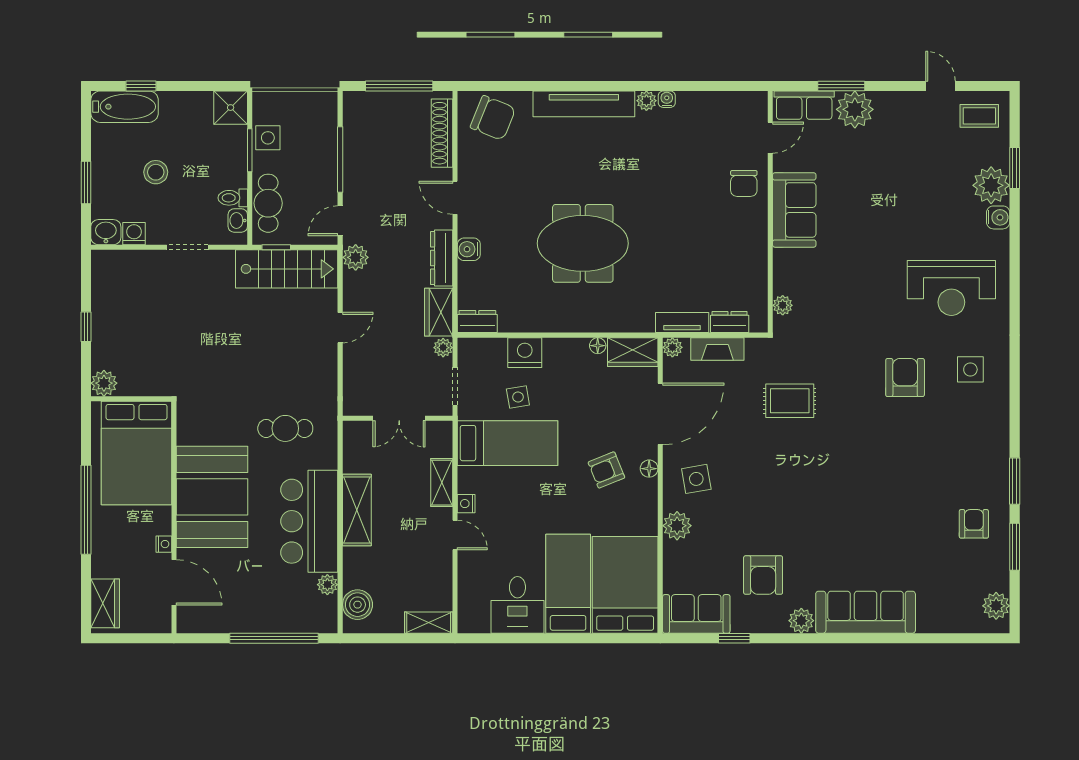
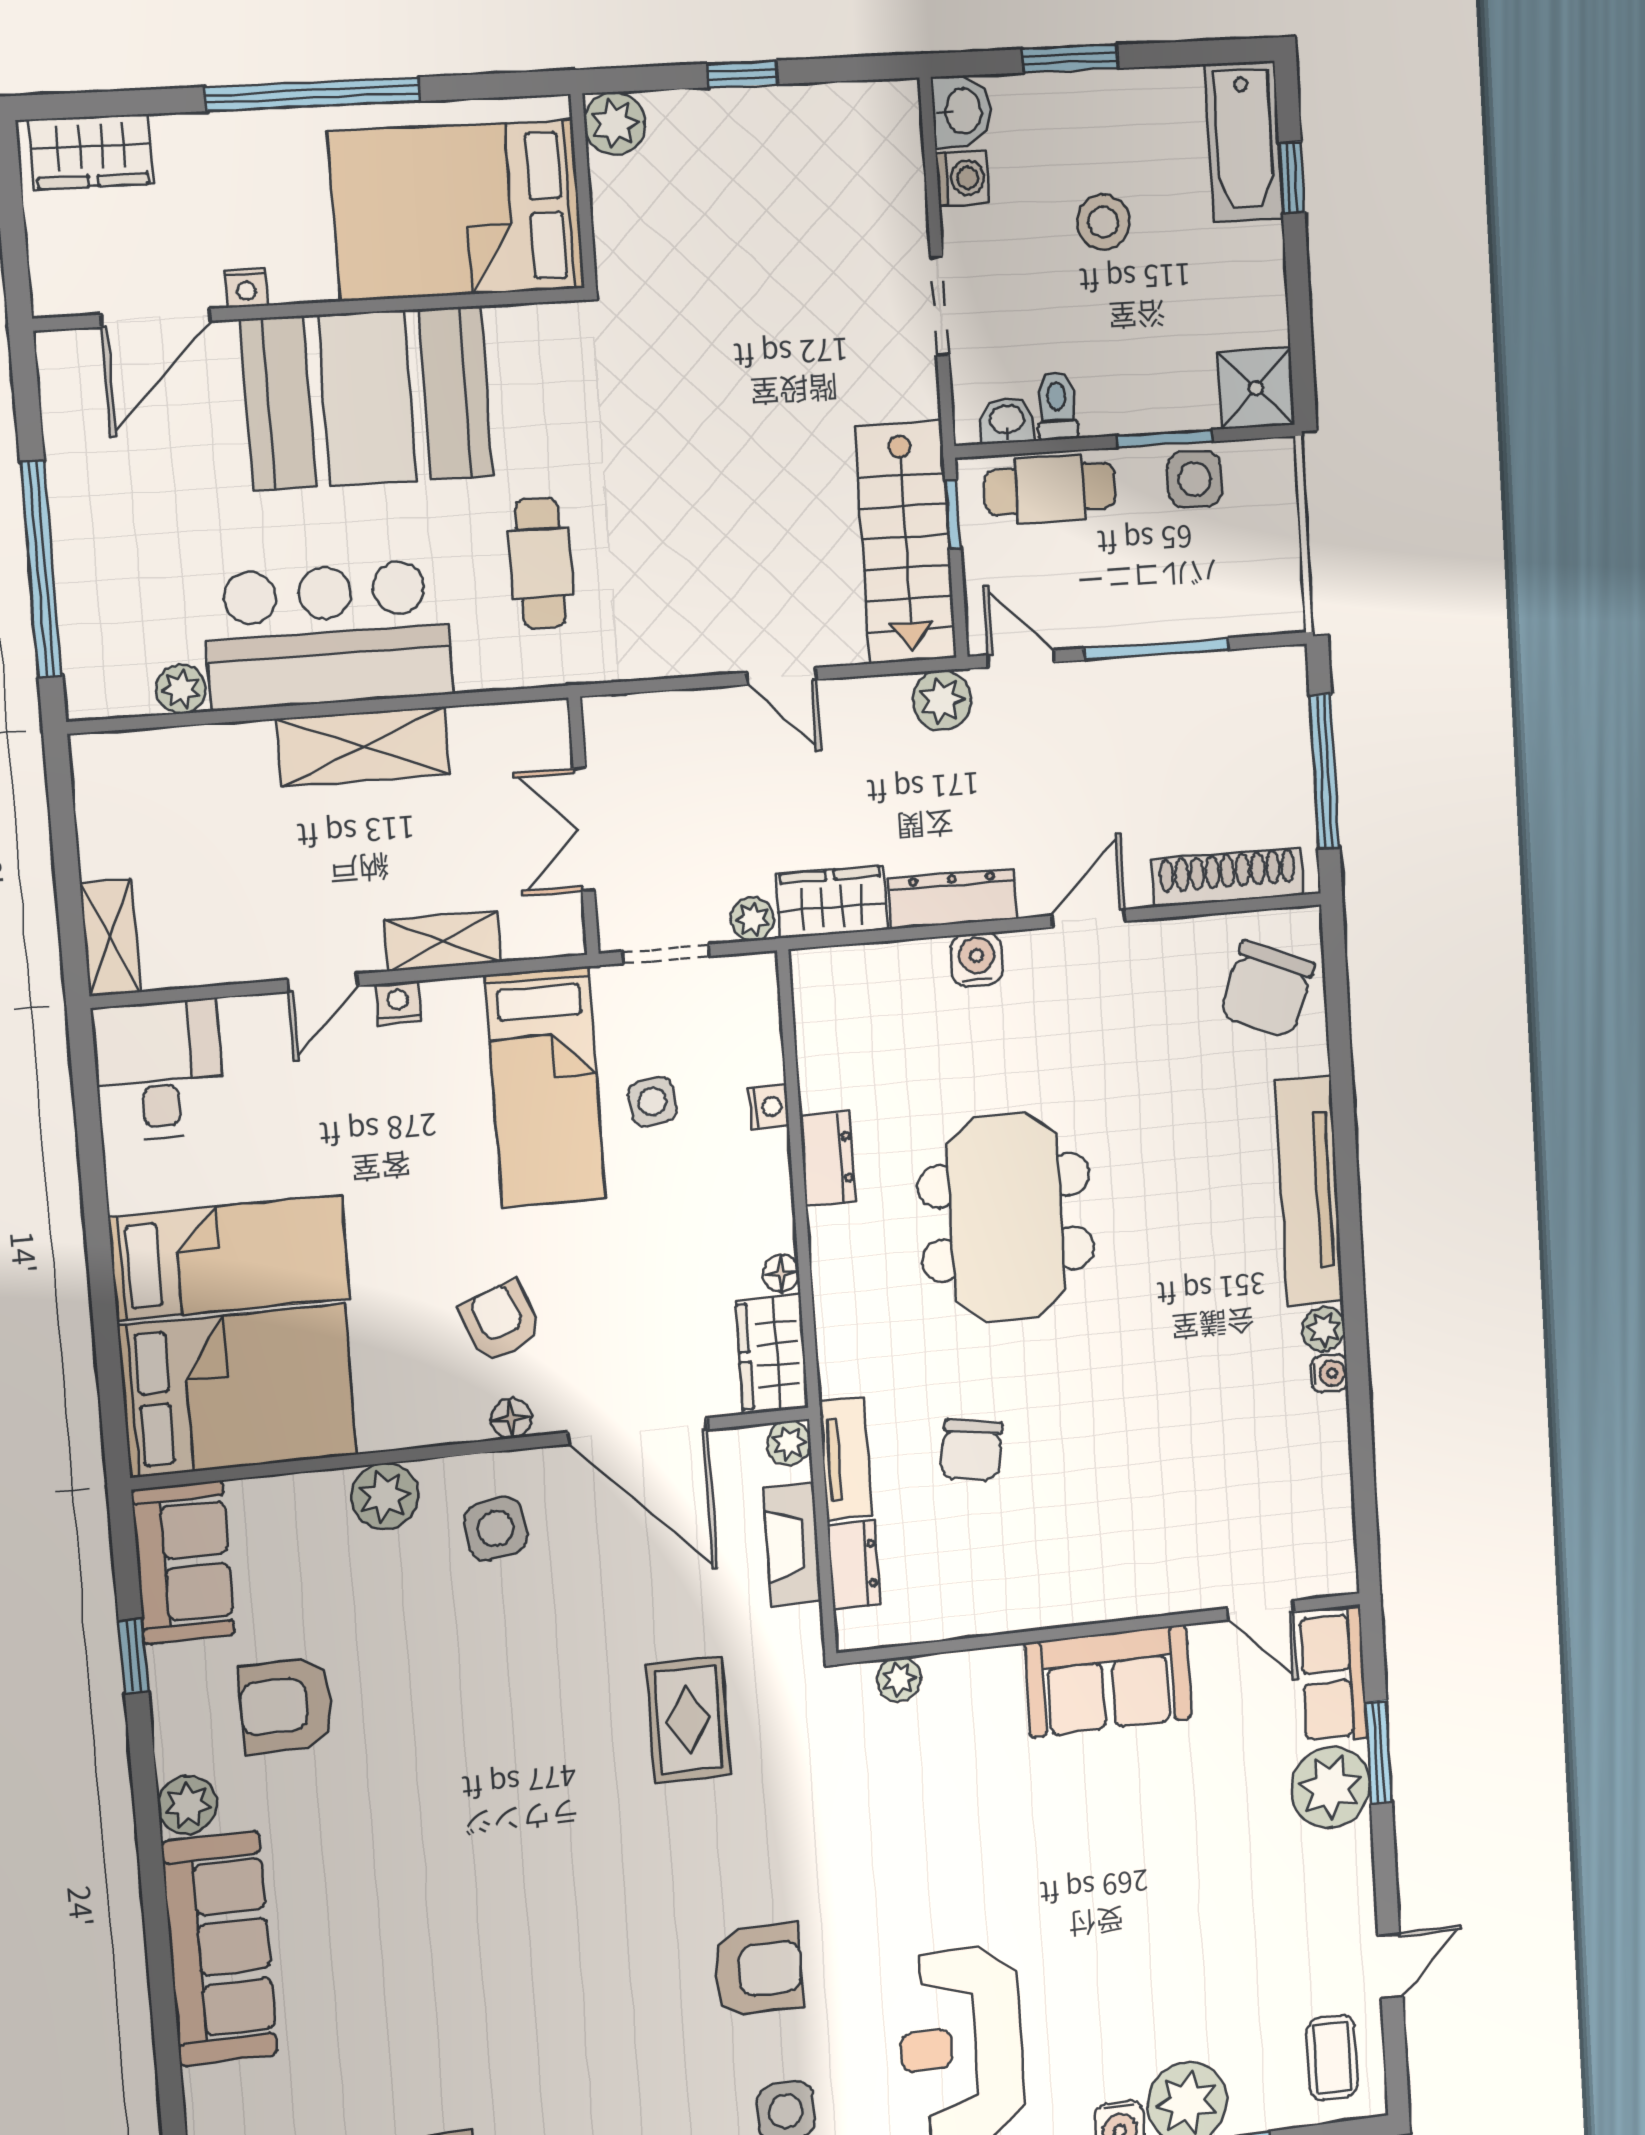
chair: (744, 183) -> (971, 1450), moved, turned -81
dresser: (477, 322) -> (828, 1159), moved
nightstand: (525, 353) -> (769, 1107), width x0.53, depth x0.56
boiler: (358, 605) -> (139, 765), removed
desk: (517, 605) -> (159, 1070), moved, turned 90

